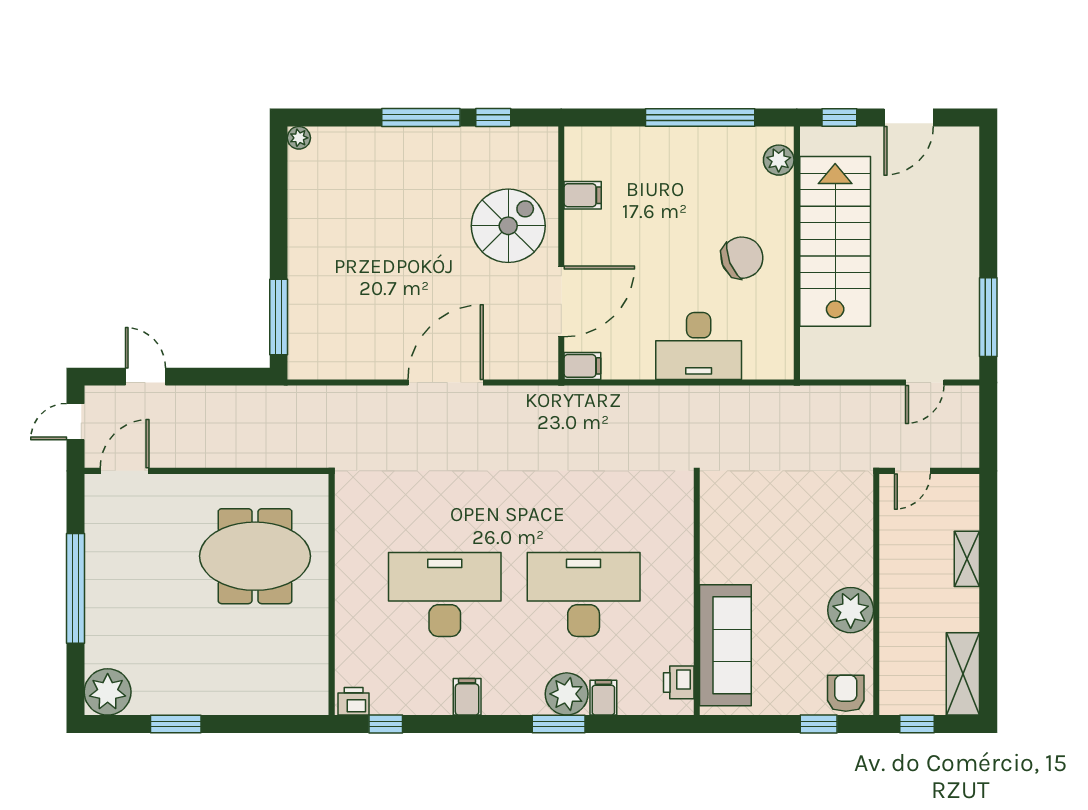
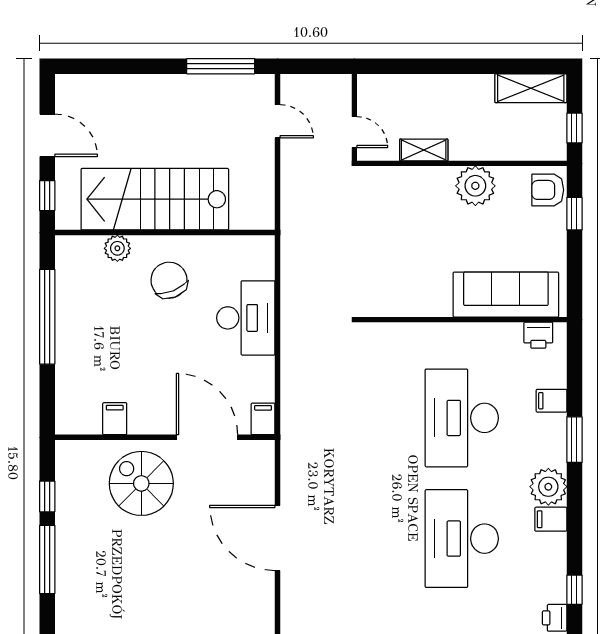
plant: (779, 160) -> (117, 248), moved
shelving: (967, 559) -> (424, 150), moved
plant: (567, 694) -> (548, 487), moved

